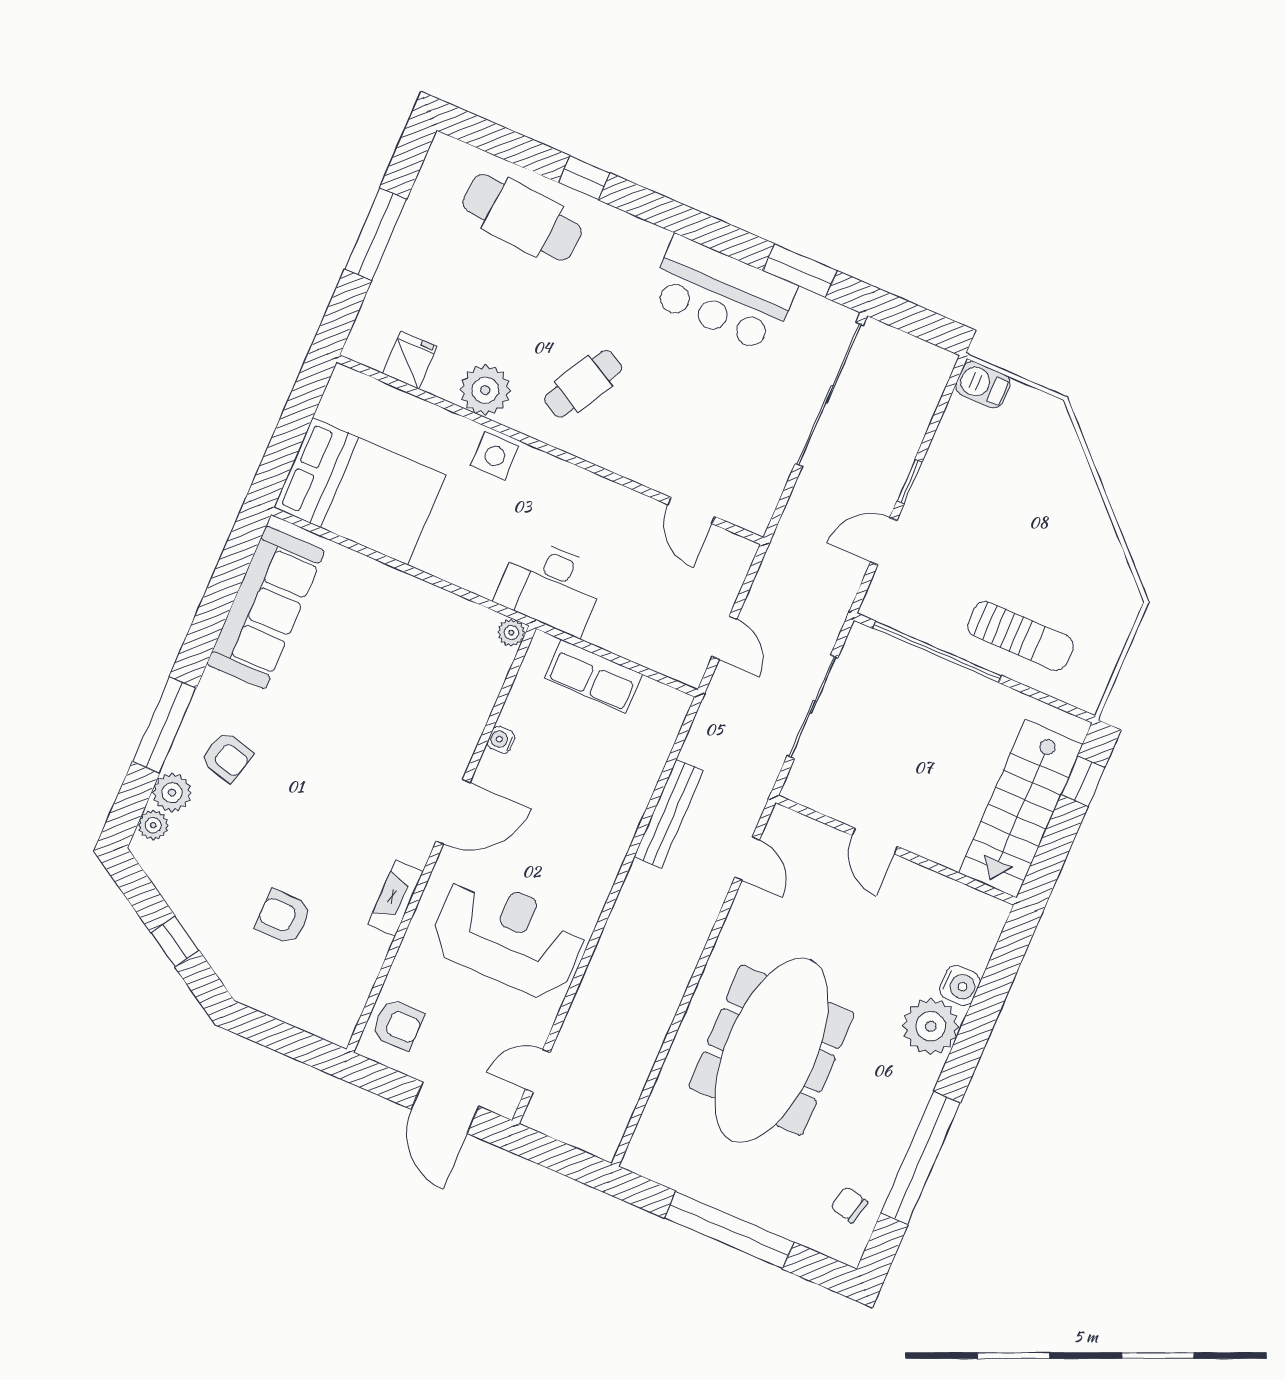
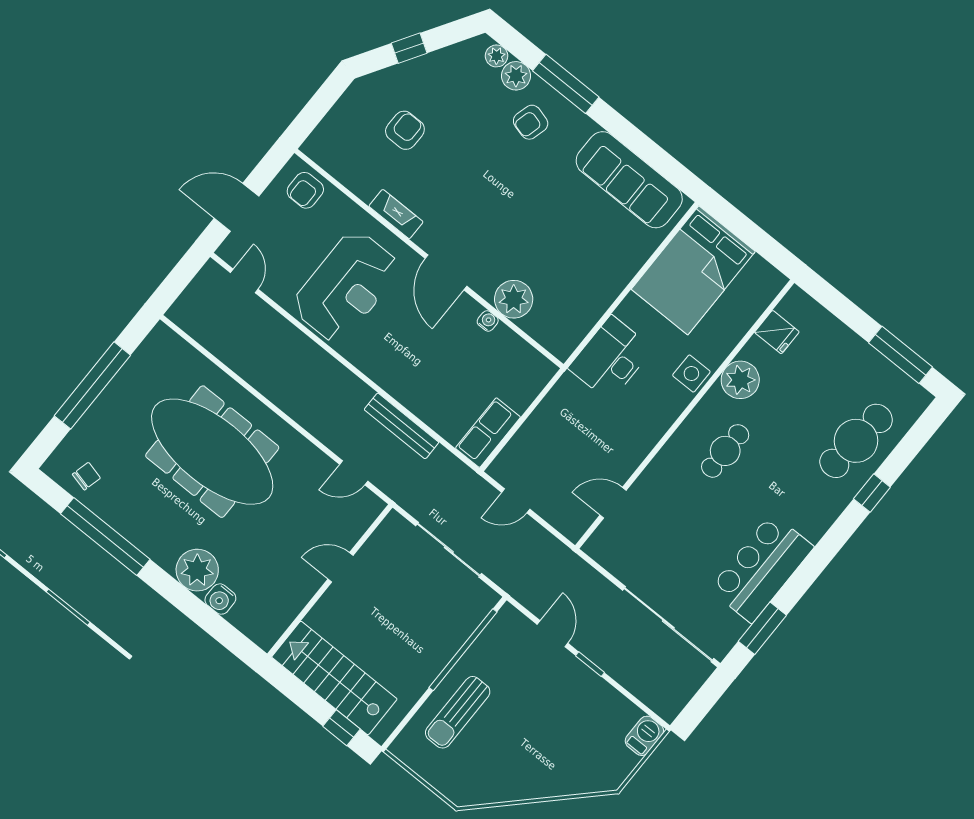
window: (376, 234) -> (900, 355), moved
cafe table: (583, 384) -> (725, 451), turned 61
desk: (551, 586) -> (611, 358), moved
plant: (511, 633) -> (514, 299), moved, width x1.88, depth x1.88
row of seats: (593, 676) -> (488, 433), moved

